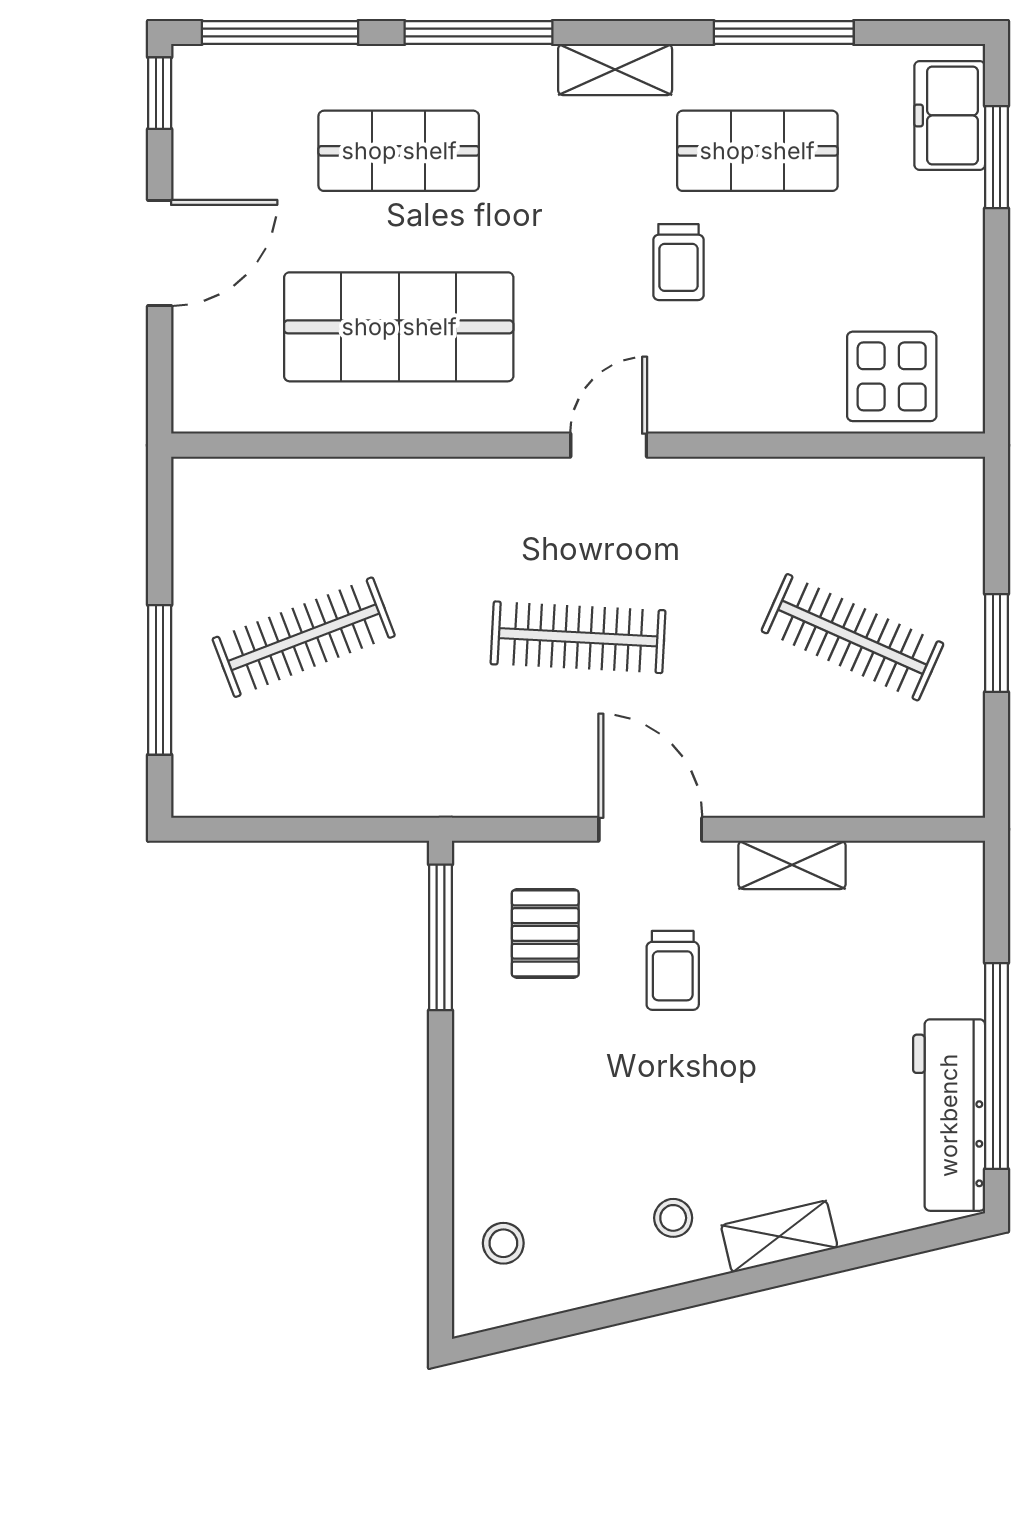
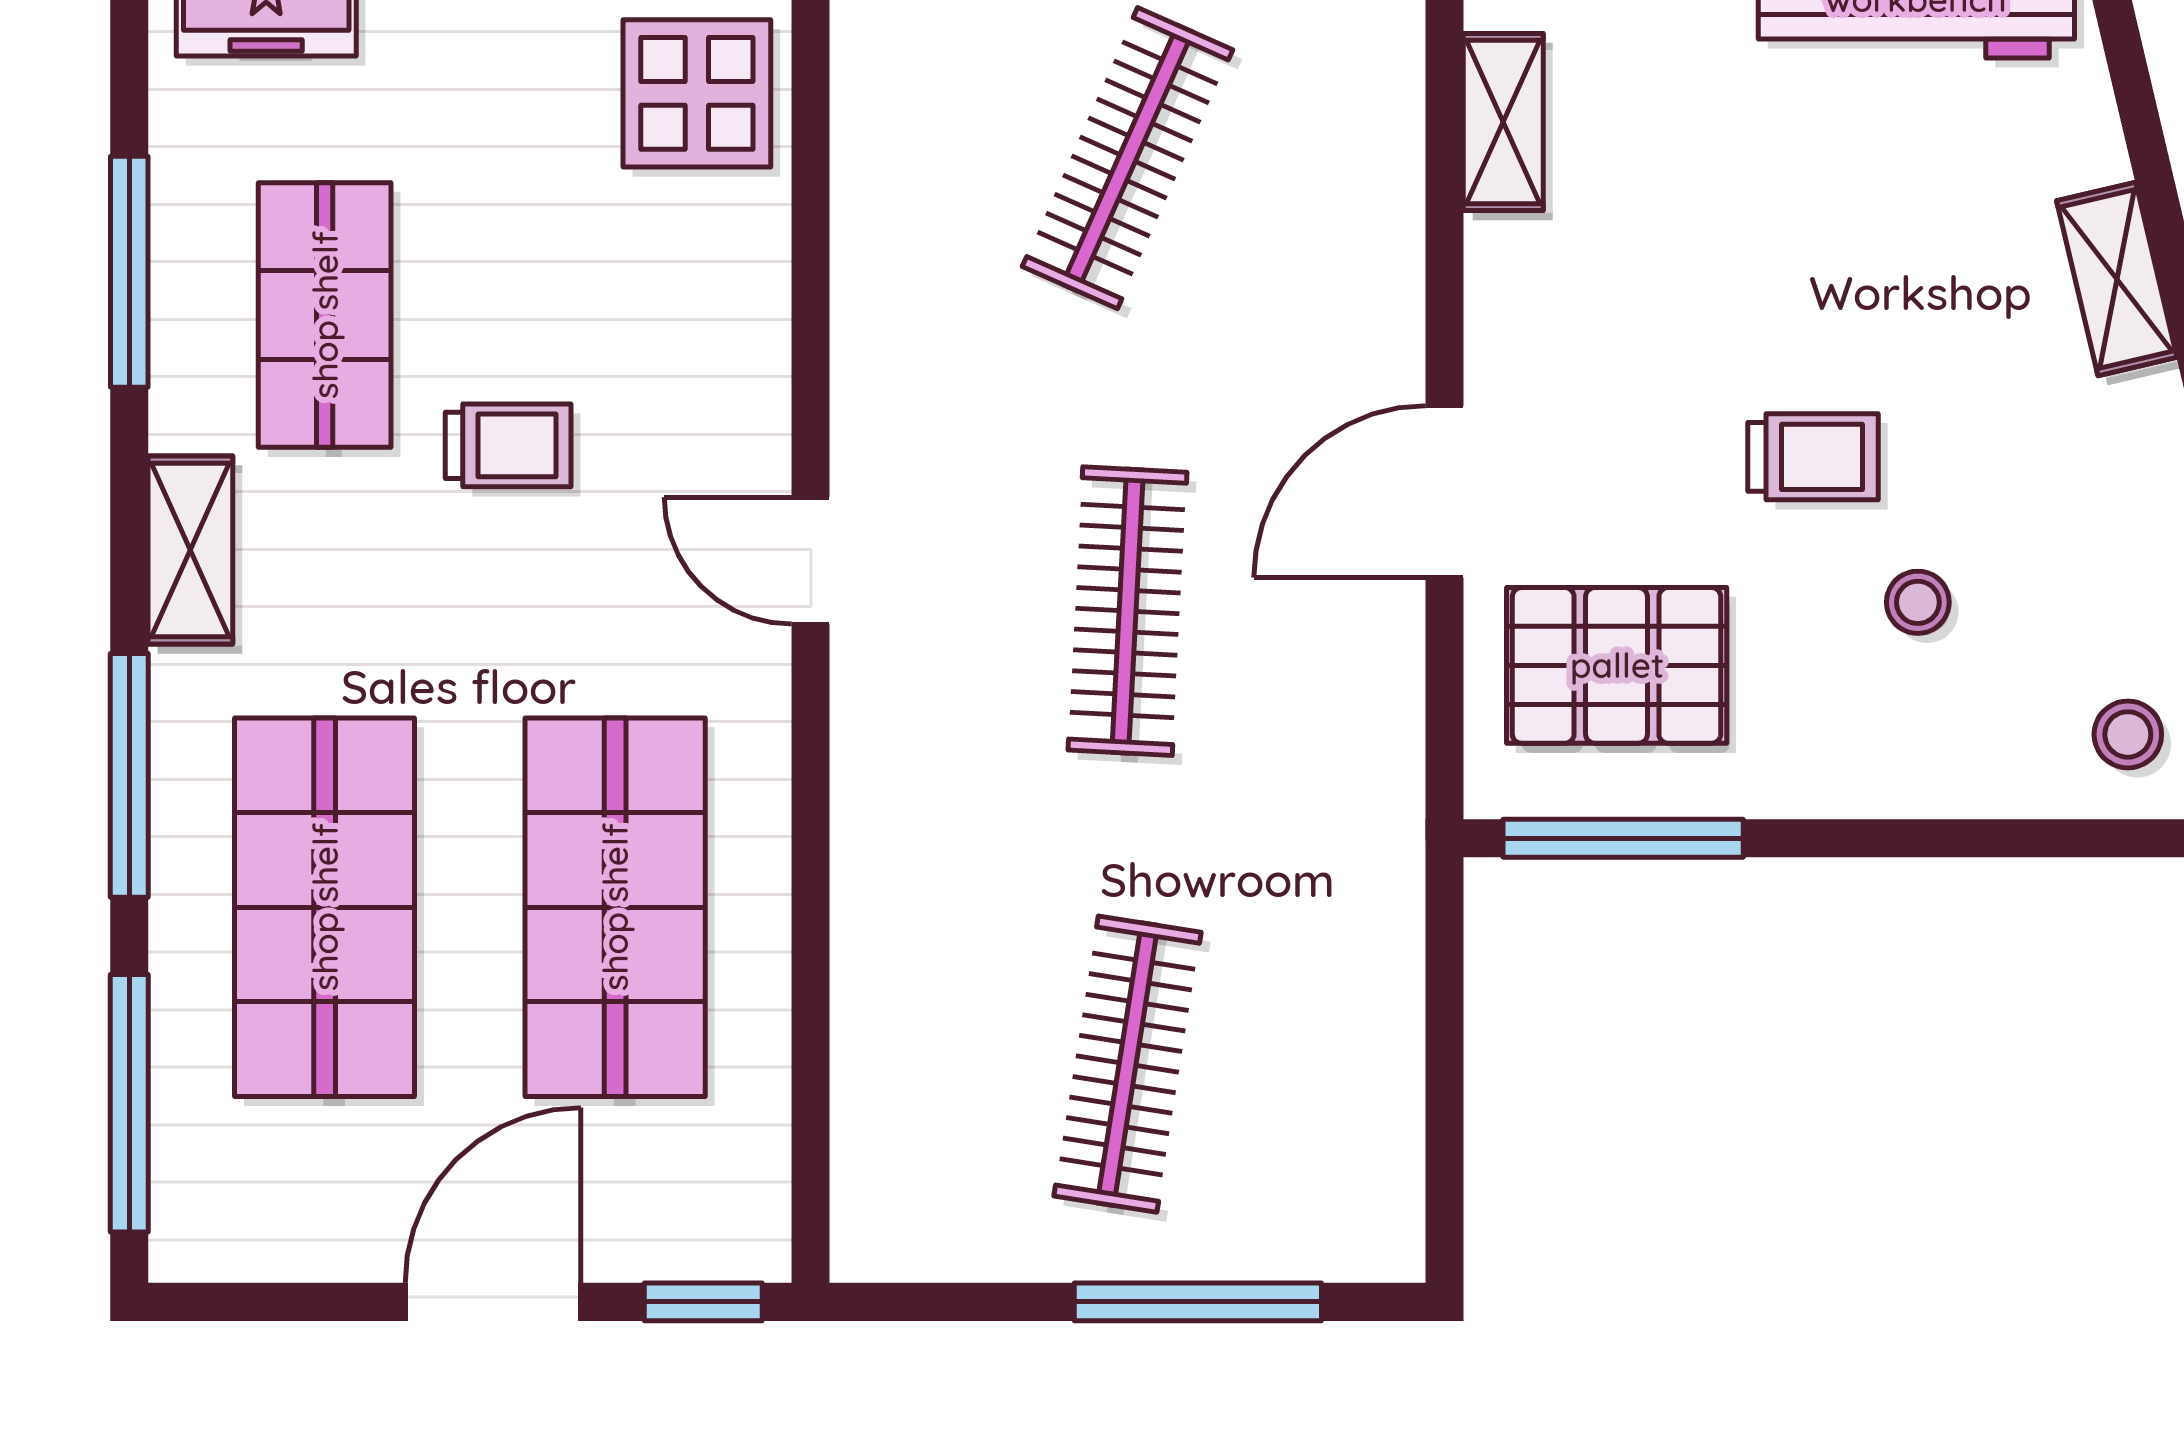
window: (160, 93) -> (703, 1302), moved
shop shelf: (399, 151) -> (325, 907), width x1.43, depth x1.36
door: (160, 253) -> (493, 1302), hinge flipped
clothes rail: (304, 637) -> (1128, 1064), turned 30
shelving: (792, 865) -> (1503, 122), moved
pallet: (545, 933) -> (1617, 665), width x1.50, depth x1.42
trolley: (673, 970) -> (1813, 457), moved
stool: (673, 1218) -> (1918, 602), moved

